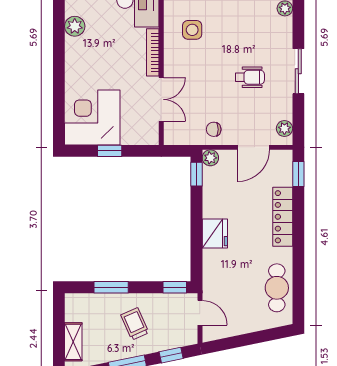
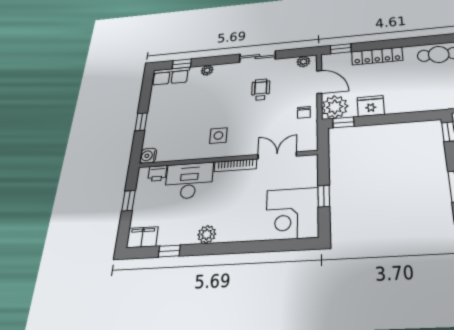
plant: (210, 158) -> (335, 107), width x1.88, depth x1.88
fridge: (215, 234) -> (371, 106), moved

